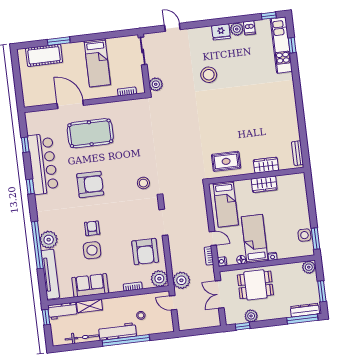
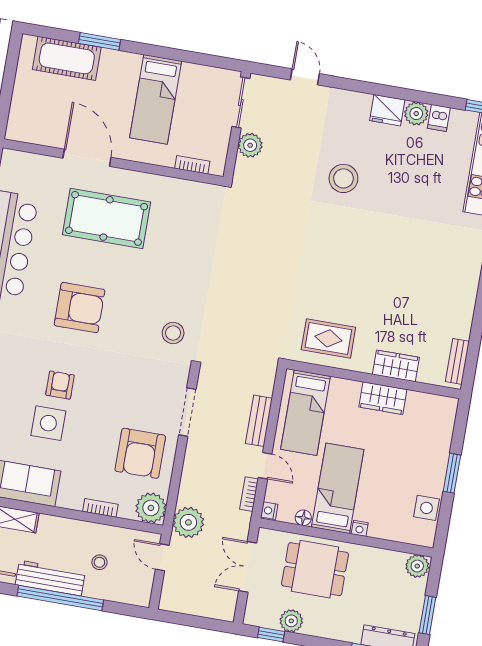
plant: (156, 84) -> (250, 145), moved
bench: (202, 216) -> (259, 421), added
window: (315, 239) -> (452, 473), moved

